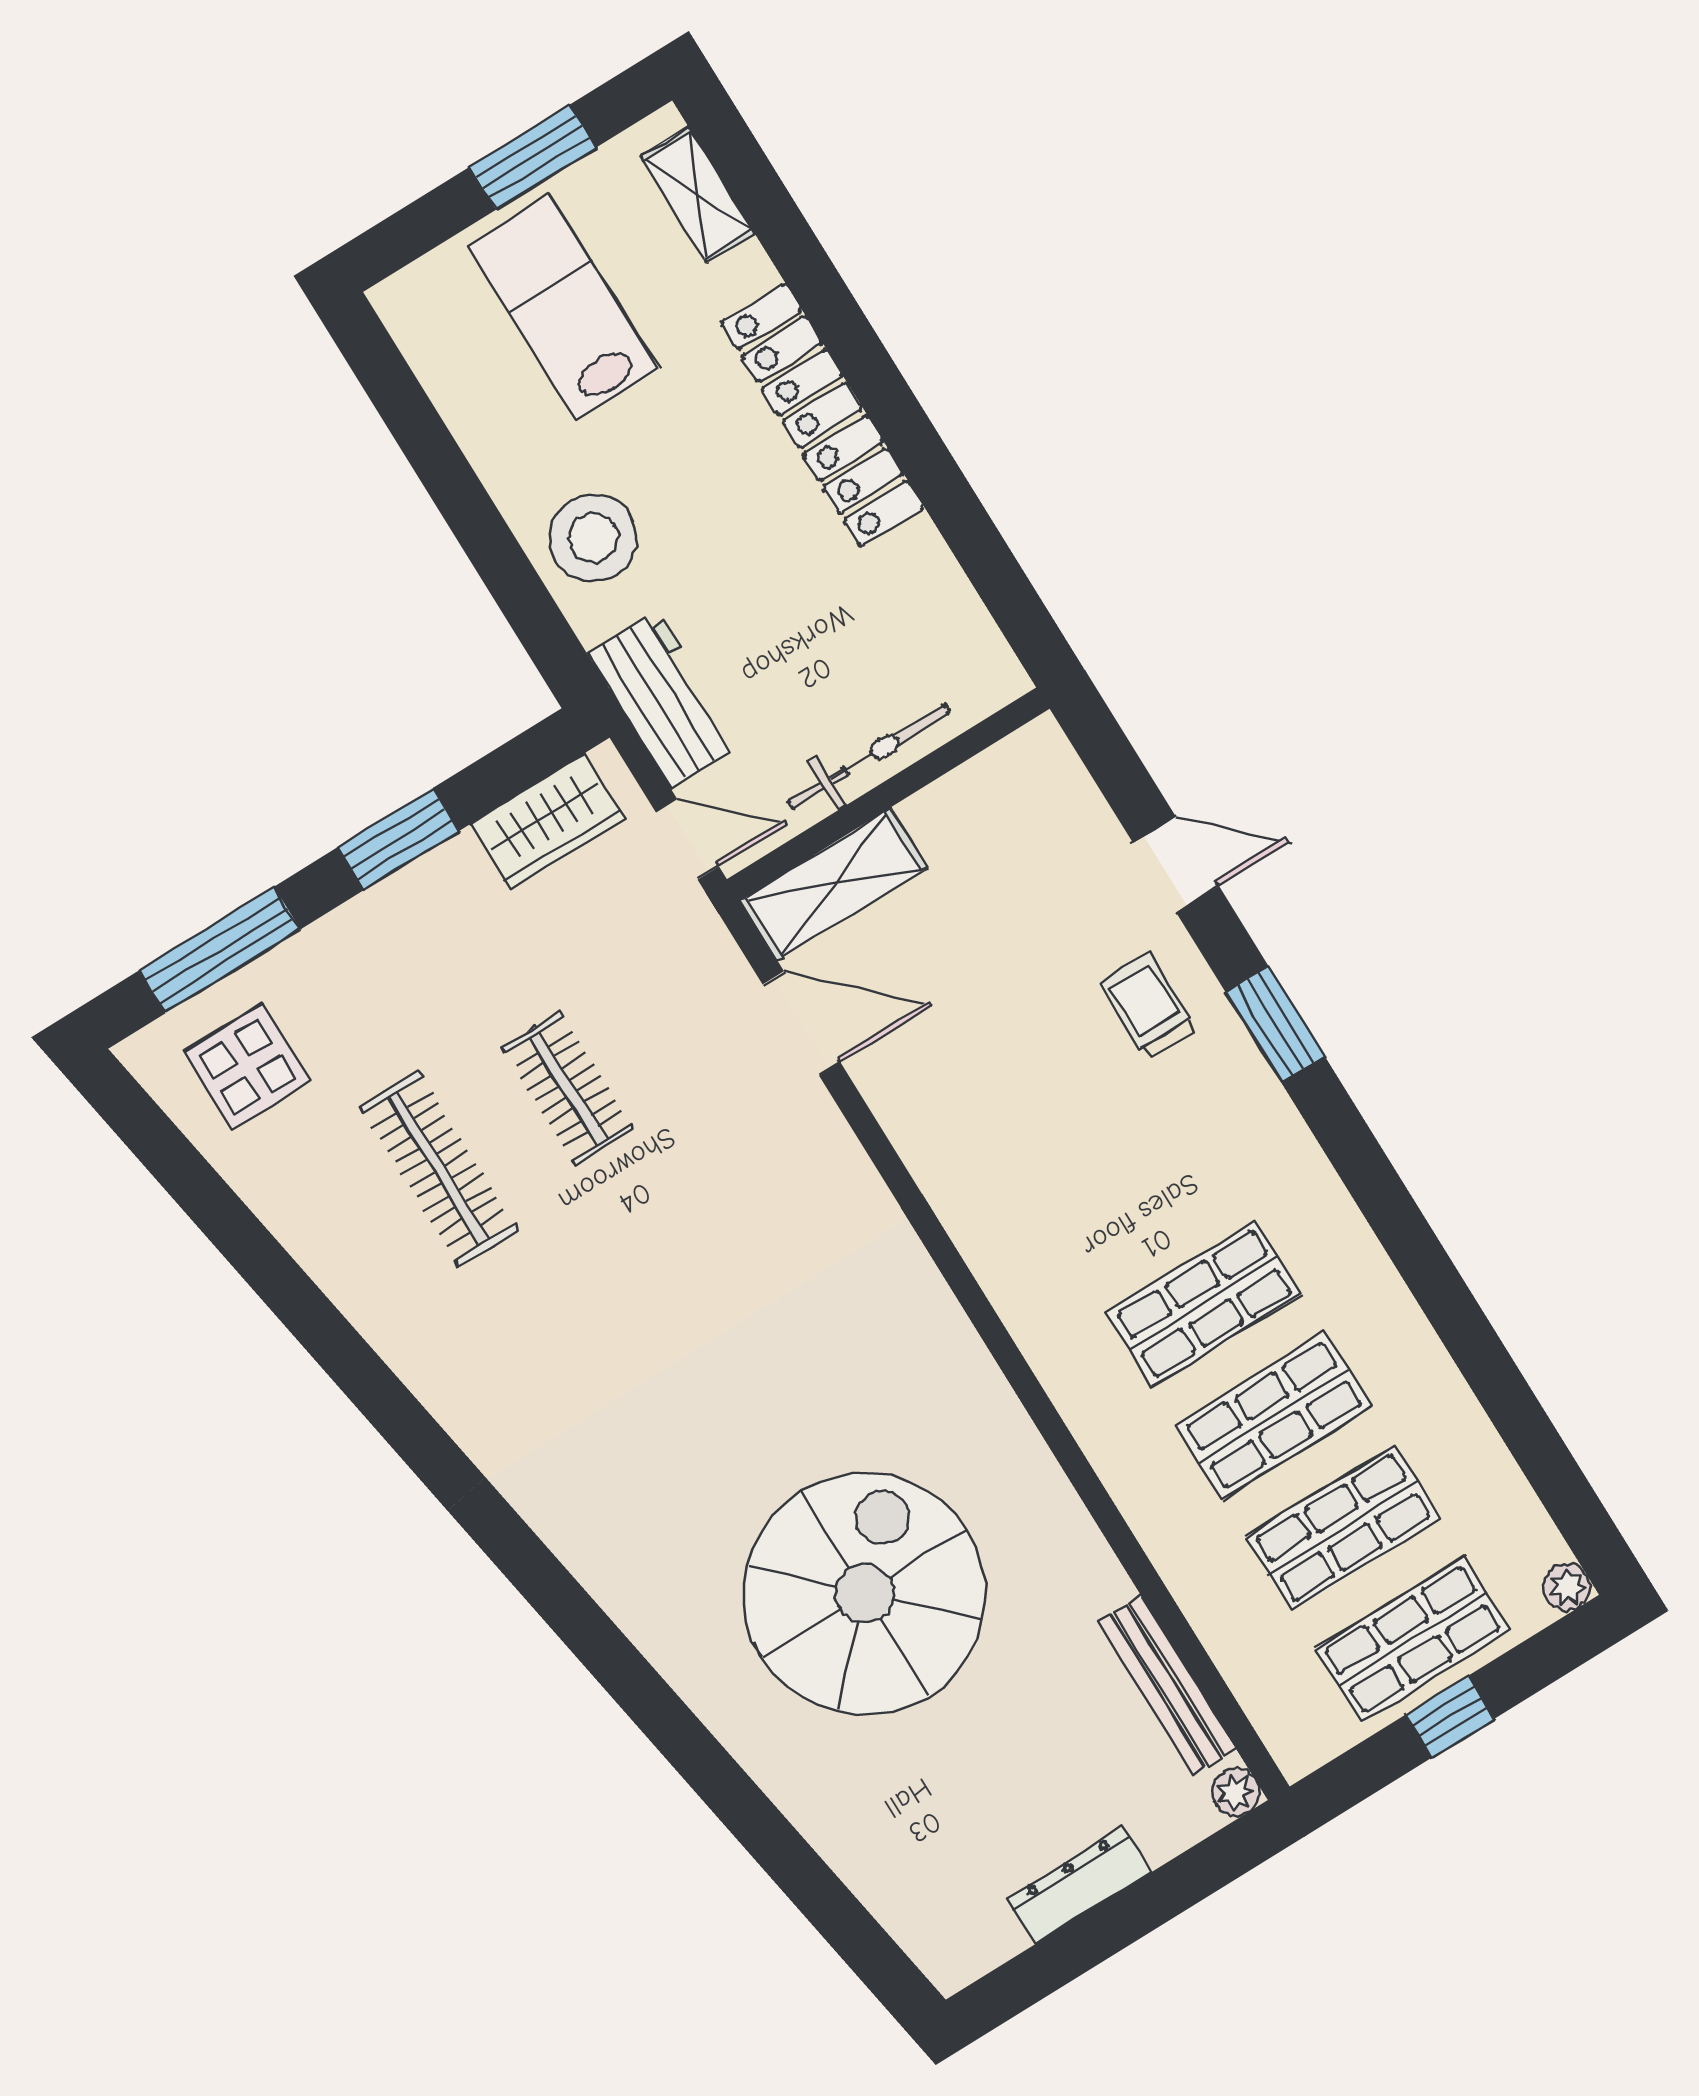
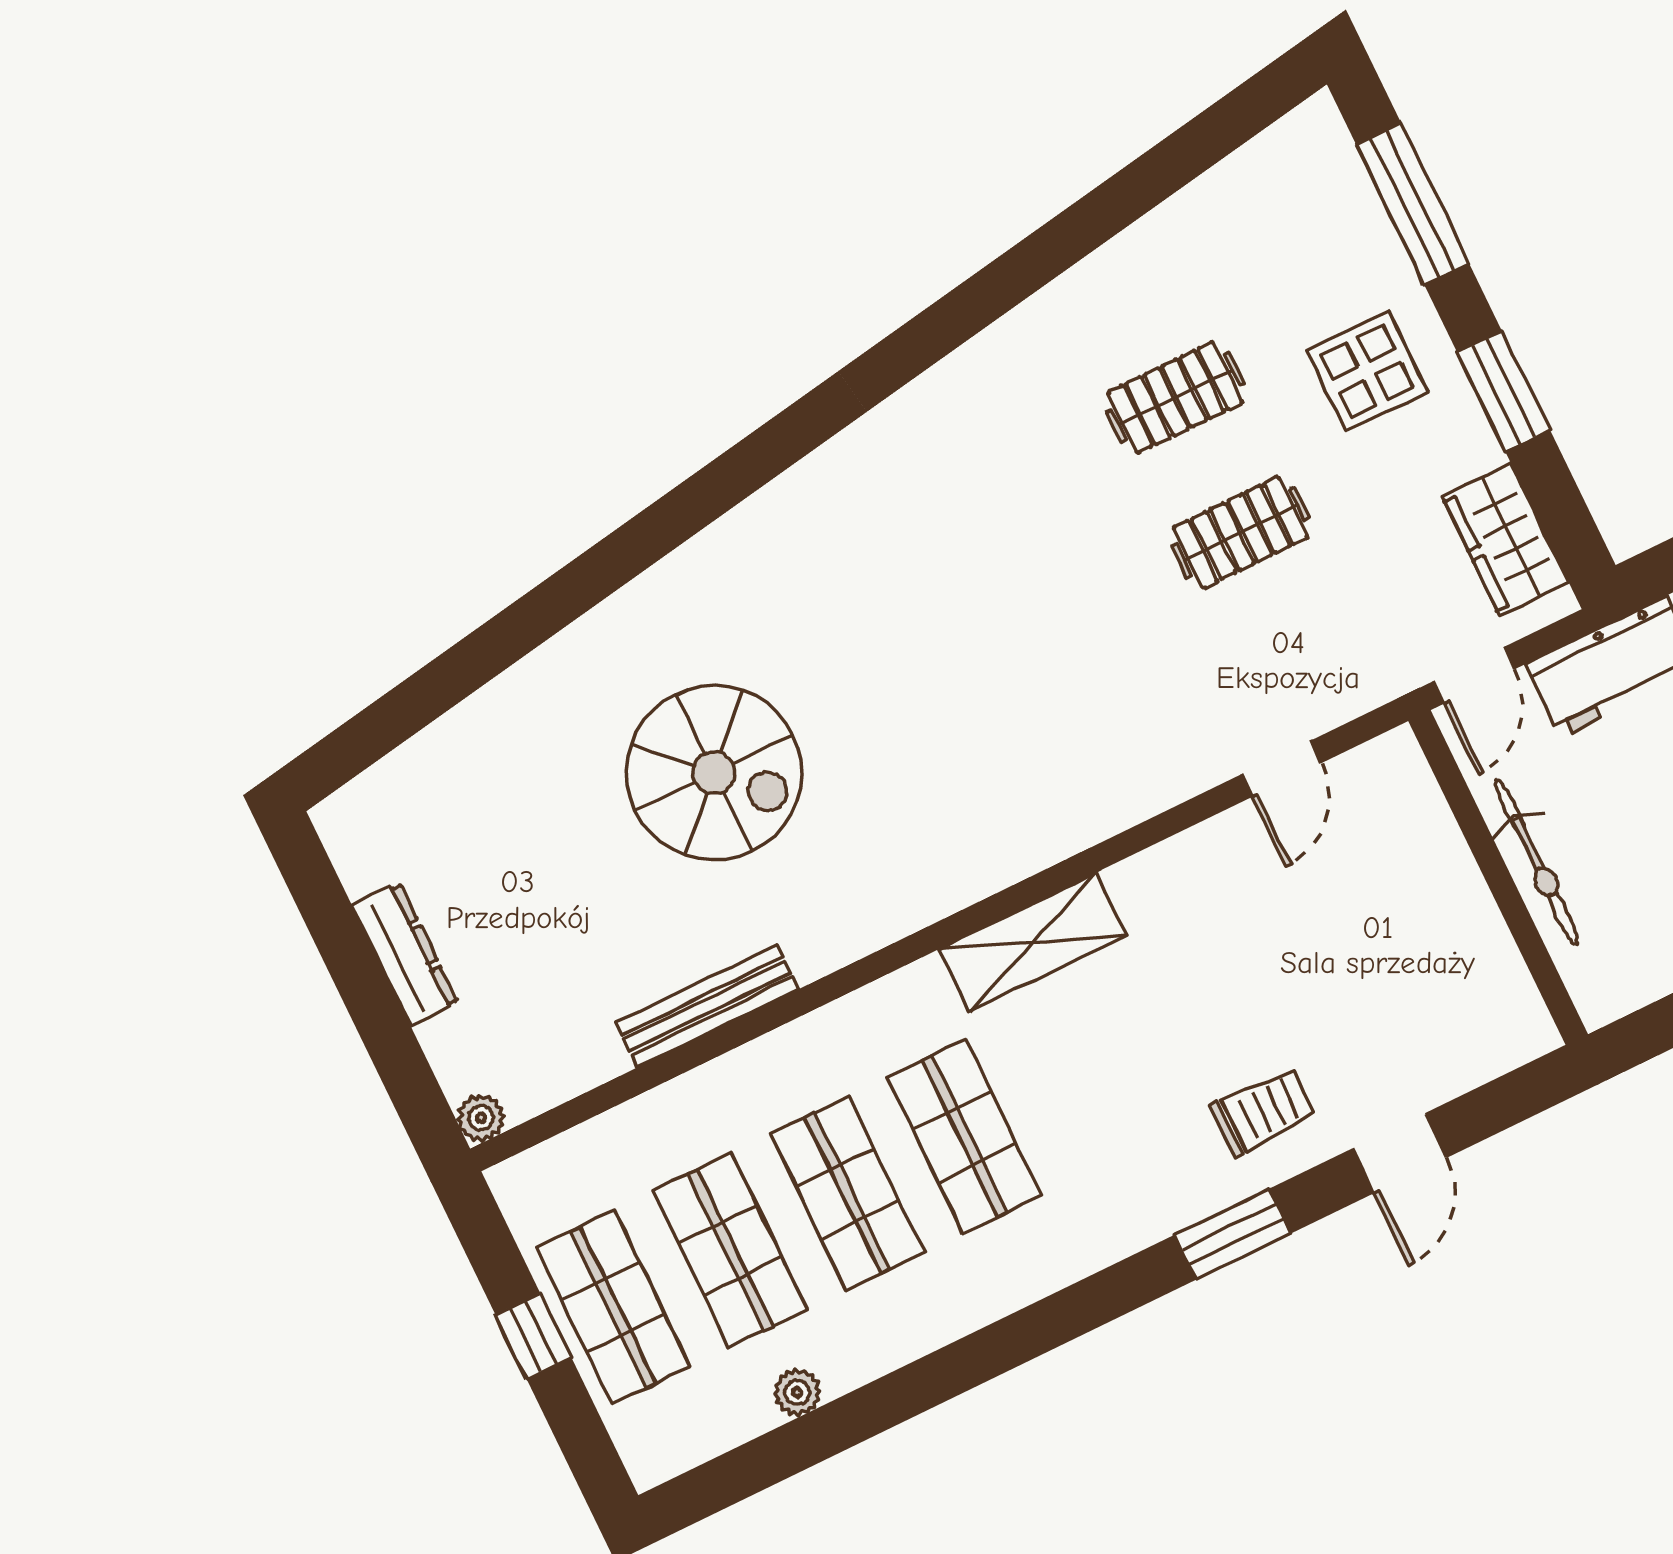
shelving: (834, 884) -> (1033, 942), moved, turned 90
door: (801, 1023) -> (1281, 769), width x0.73
display table: (247, 1067) -> (1367, 371), moved
clothes rail: (439, 1169) -> (1175, 397), width x0.73
plant: (1567, 1587) -> (797, 1392), moved
spiral stairs: (864, 1594) -> (714, 773), width x0.73, depth x0.73
bench: (1167, 1685) -> (707, 1006), moved

